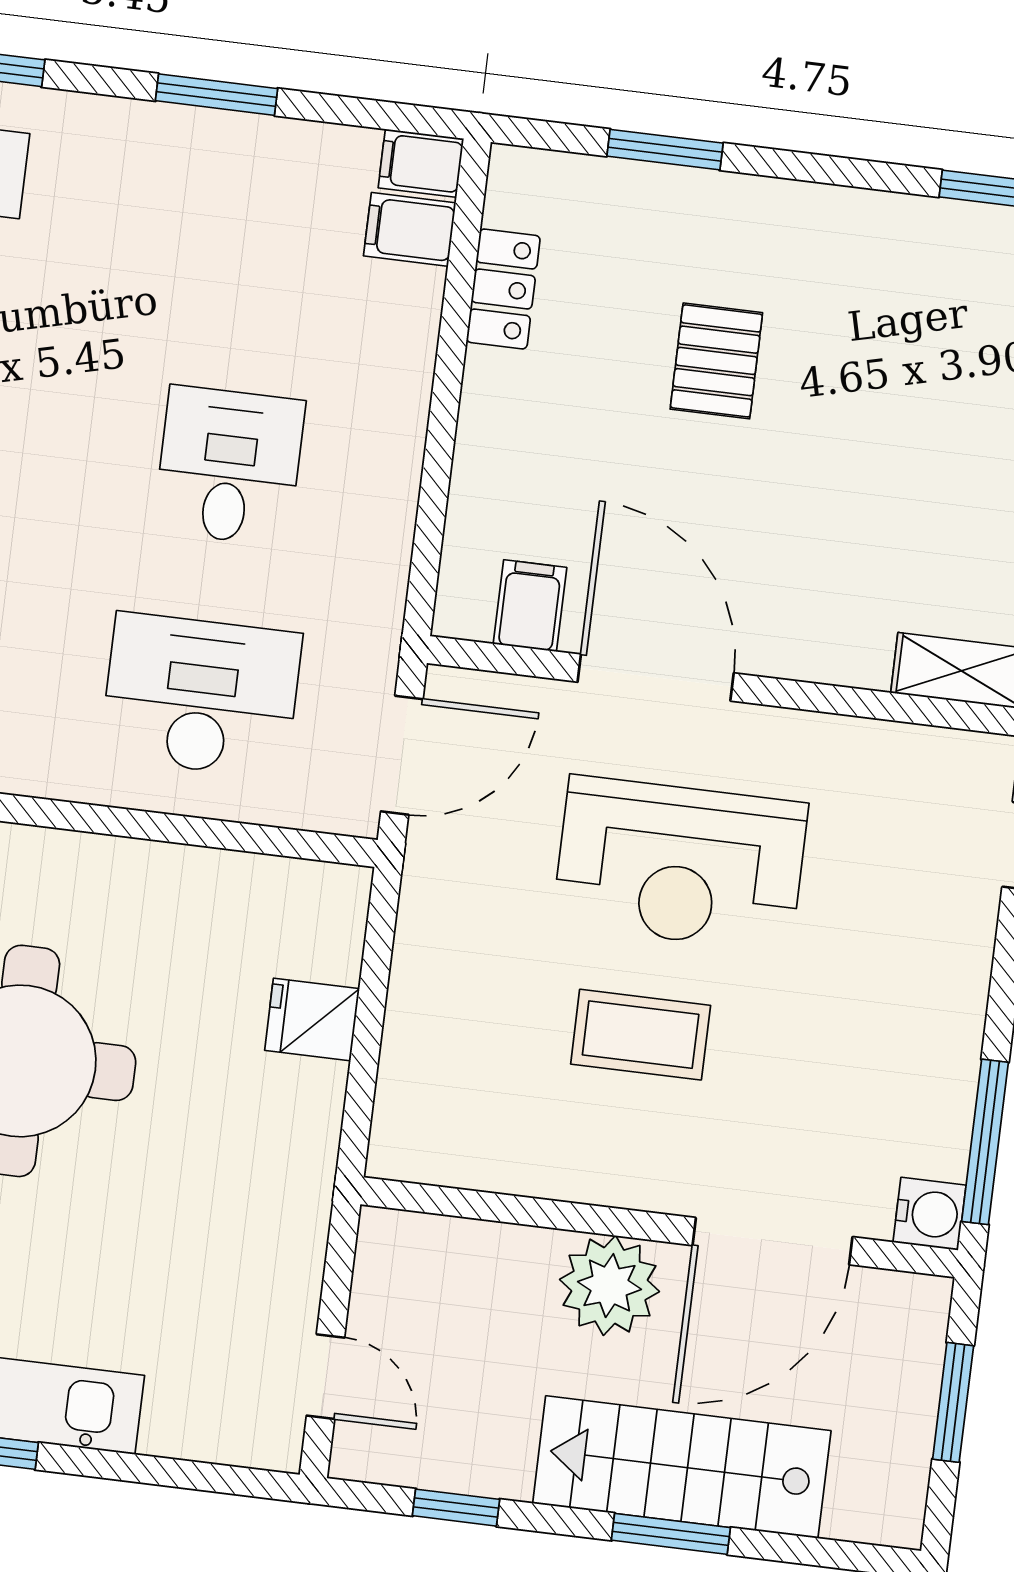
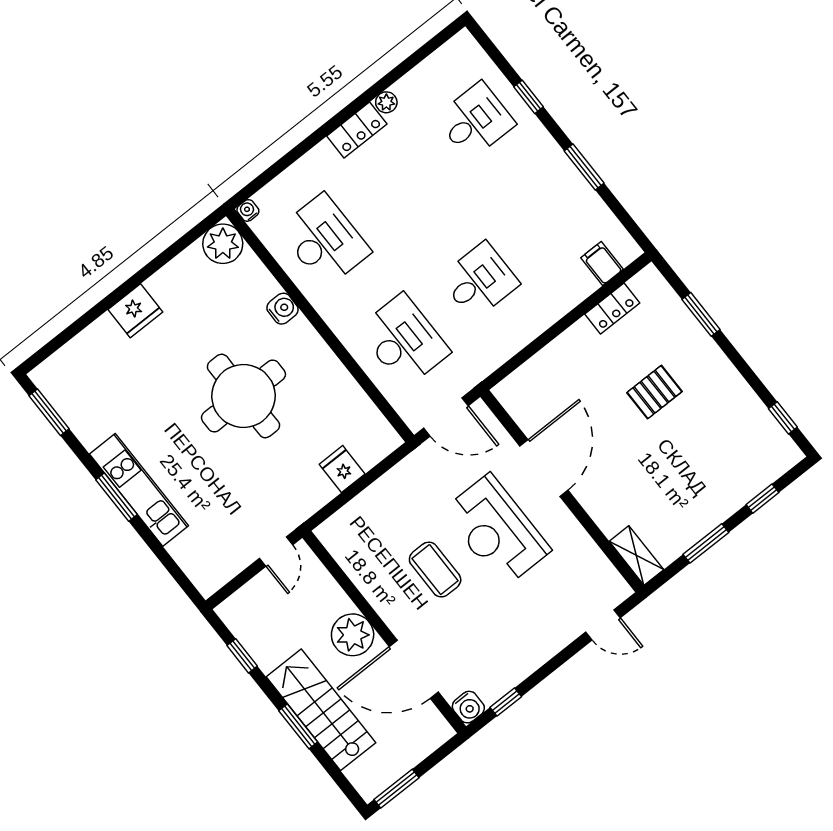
filing cabinet: (421, 163) -> (625, 247), removed
filing cabinet: (530, 606) -> (528, 410), removed
window: (985, 1142) -> (506, 702), width x0.46
door: (325, 1377) -> (276, 552), moved
window: (953, 1402) -> (396, 789), moved

